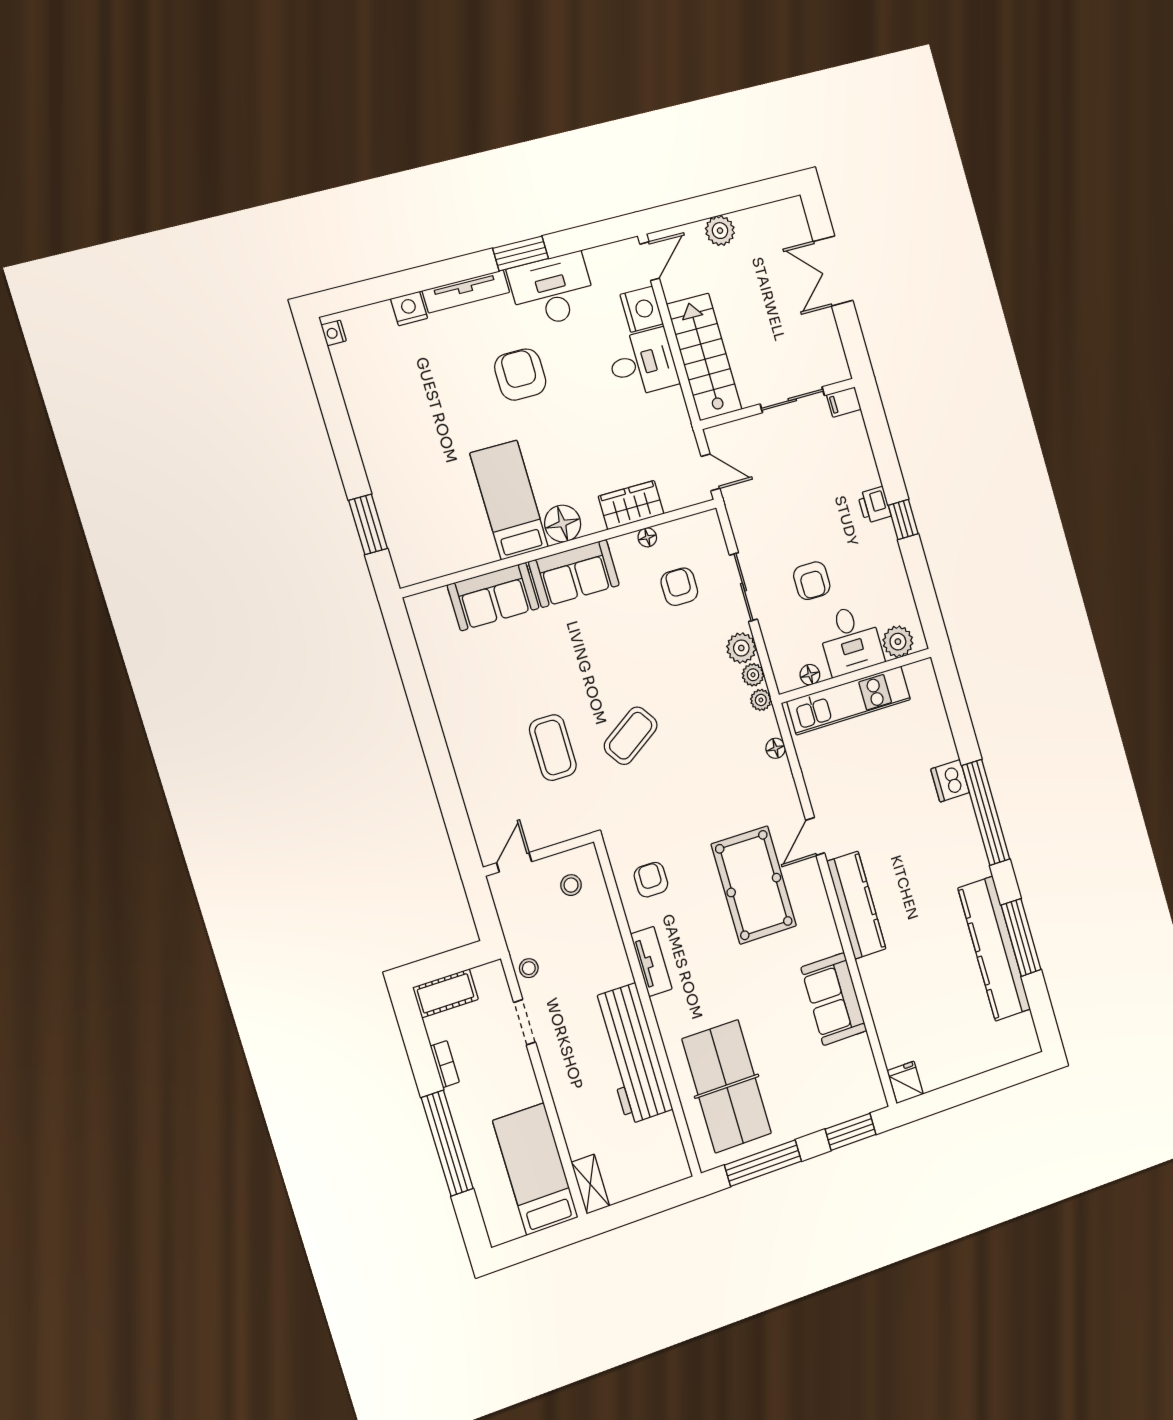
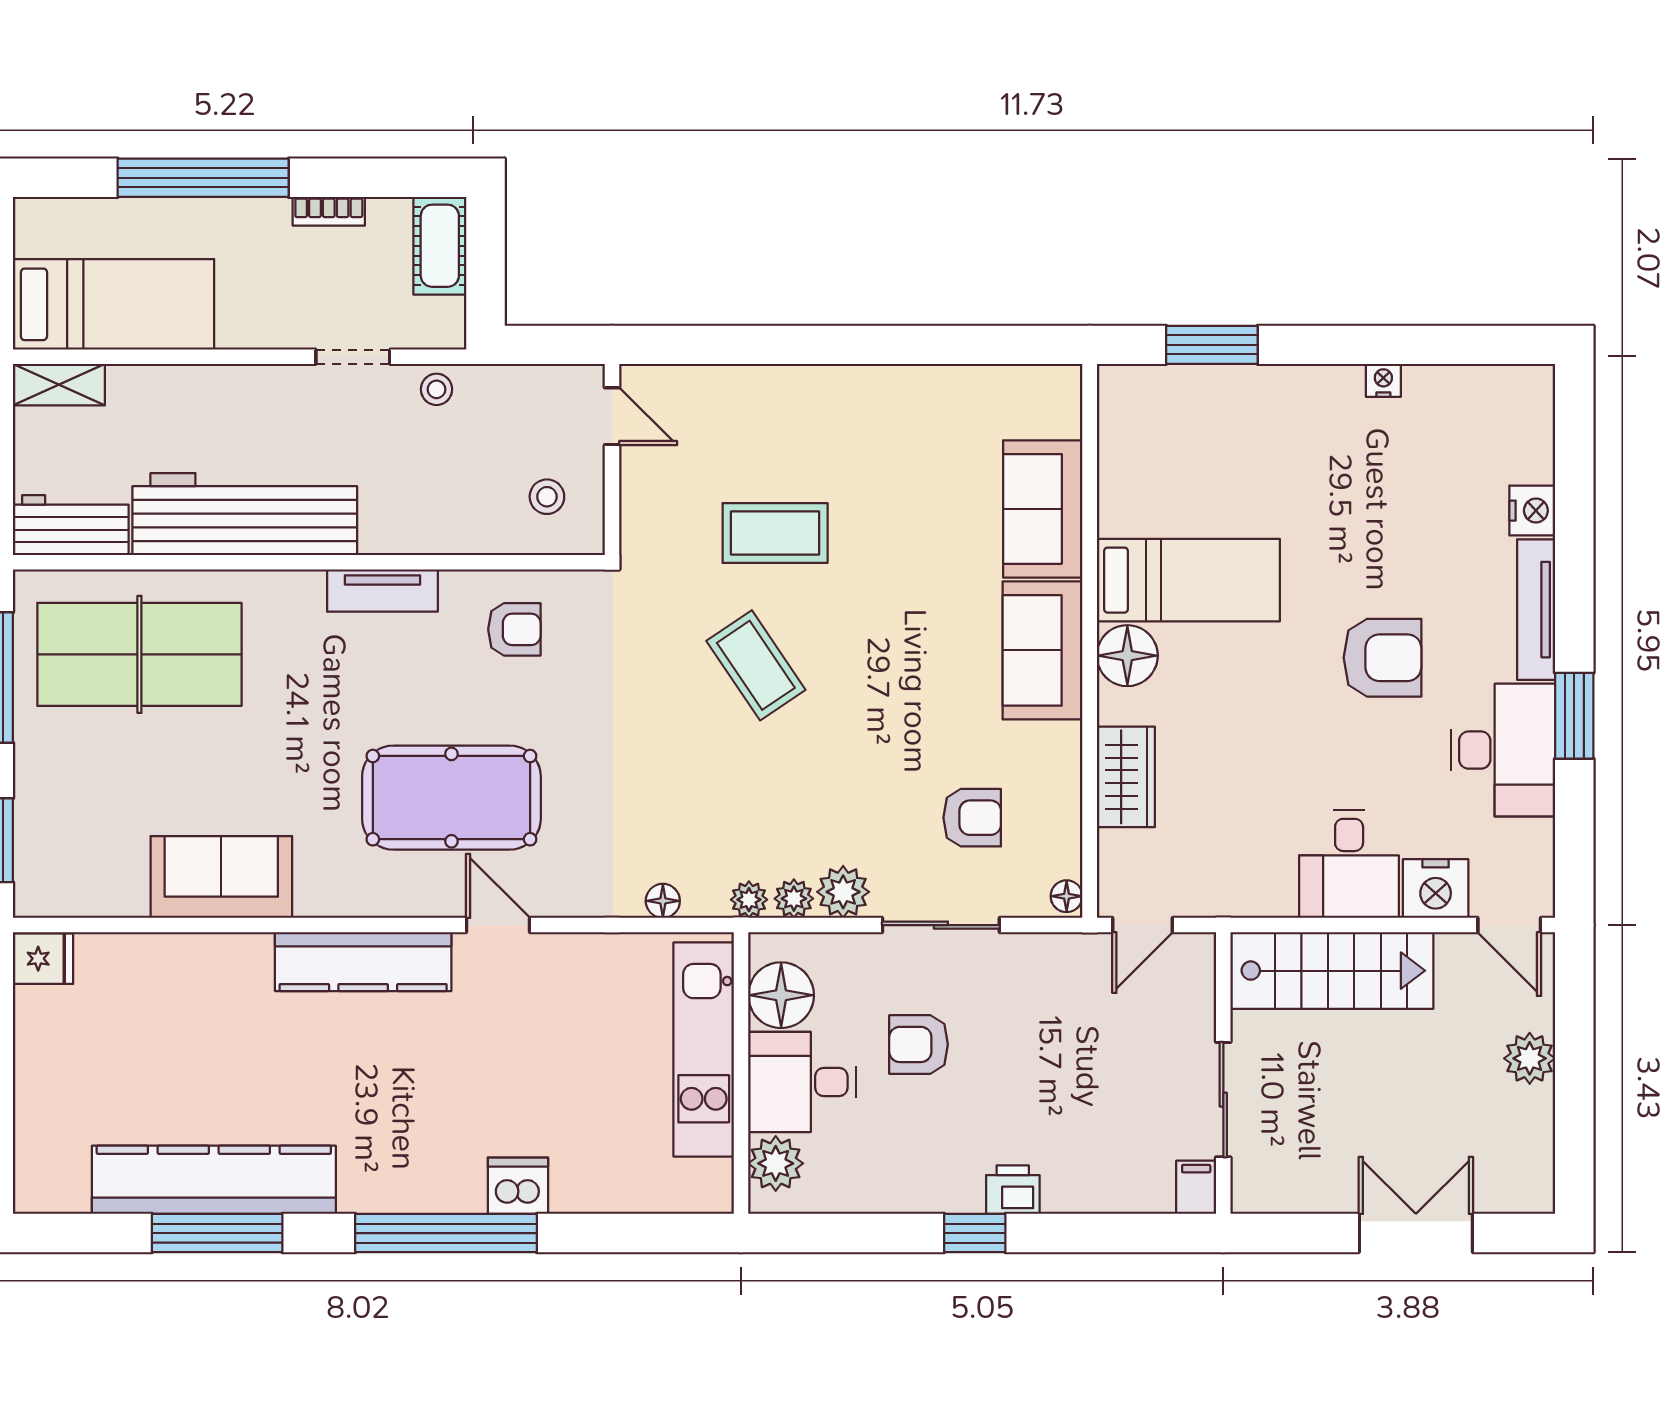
nightstand: (334, 333) -> (1383, 380), moved
floor lamp: (647, 537) -> (1067, 896), moved
floor lamp: (810, 675) -> (781, 995), width x1.89, depth x1.89
workbench: (667, 1150) -> (71, 525), added

